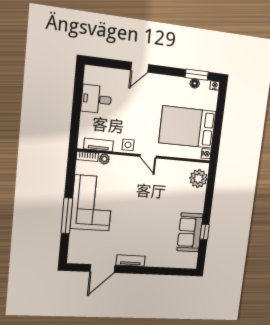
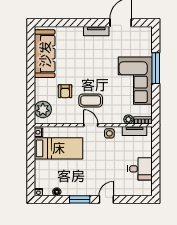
window: (197, 75) -> (80, 199), moved
bed: (188, 127) -> (59, 148), width x0.67
coffee table: (145, 184) -> (91, 100), added
armchair: (172, 197) -> (65, 91), added
sofa: (190, 232) -> (45, 54), width x1.36
window: (205, 232) -> (31, 61), removed

